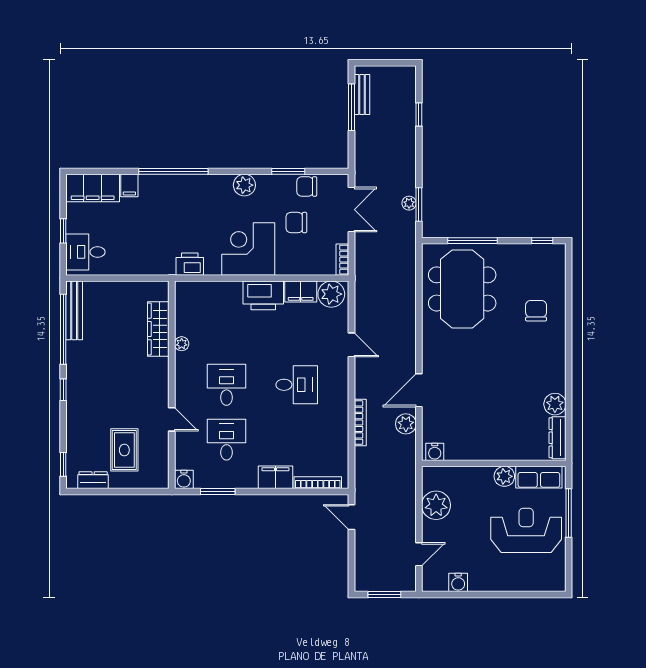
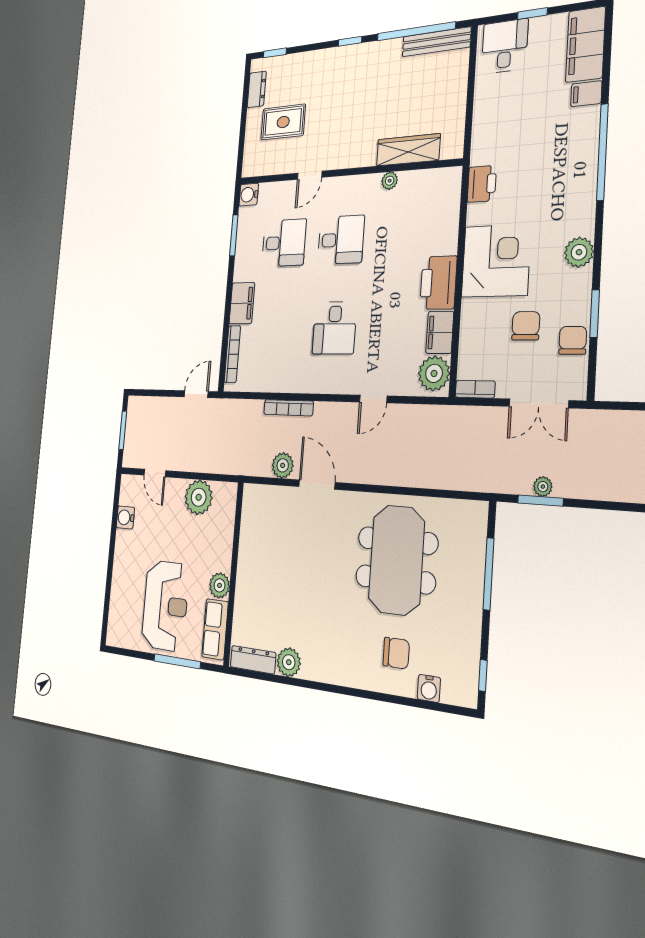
meeting table: (462, 289) -> (396, 560), moved, turned 90
water cooler: (435, 452) -> (429, 688), moved, turned -90

